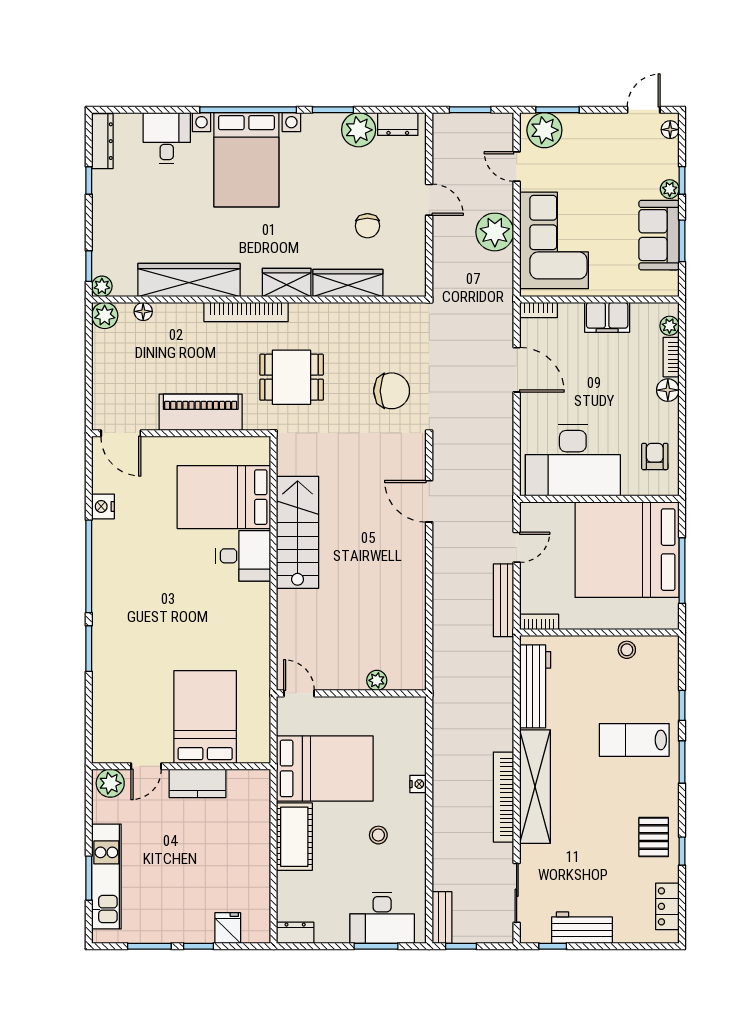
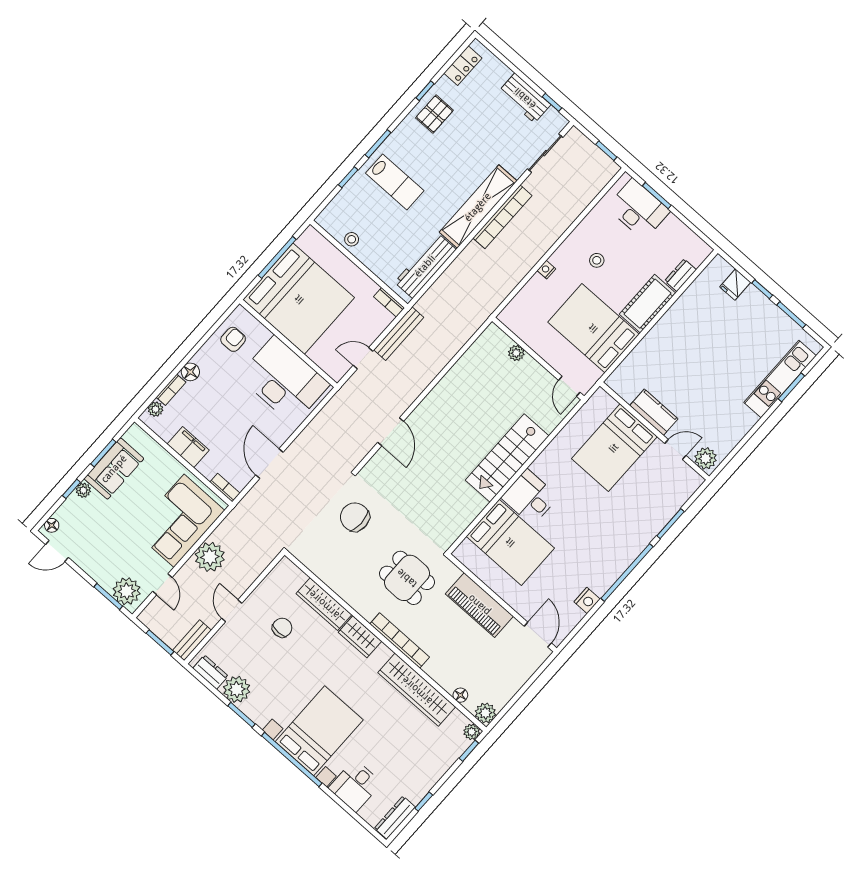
armchair: (655, 456) -> (233, 339), turned 180
stairs: (298, 532) -> (507, 458), moved
bed: (205, 717) -> (614, 448), moved
door: (146, 766) -> (675, 450), moved
wall: (181, 766) -> (655, 431), moved
plant: (110, 783) -> (706, 458), moved
kitchen counter: (198, 783) -> (654, 412), moved
bench: (442, 917) -> (192, 640), moved
dresser: (295, 933) -> (681, 275), moved, turned 90

